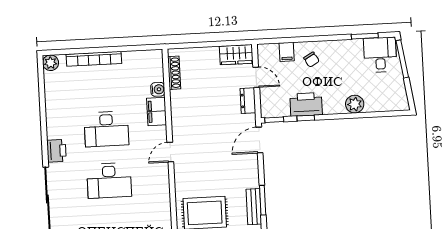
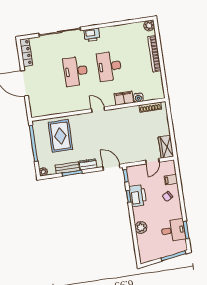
desk: (380, 55) -> (173, 230), moved
dresser: (248, 101) -> (88, 164), moved

